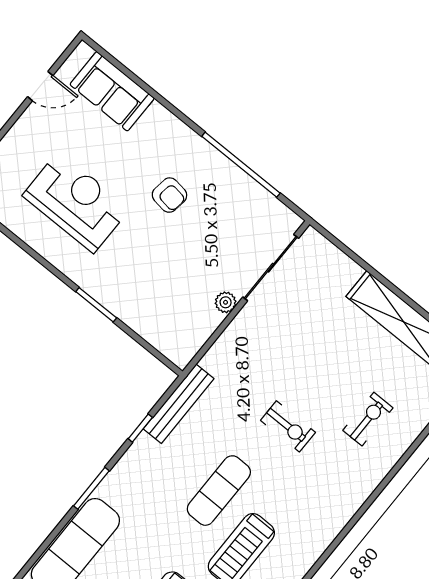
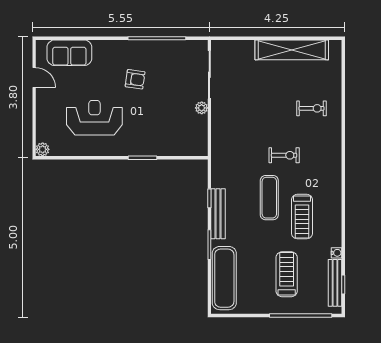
door: (40, 86) -> (34, 77), hinge flipped
bench: (179, 404) -> (218, 214), moved
exercise bike: (368, 419) -> (312, 108), turned 90
exercise bike: (288, 426) -> (284, 155), moved

